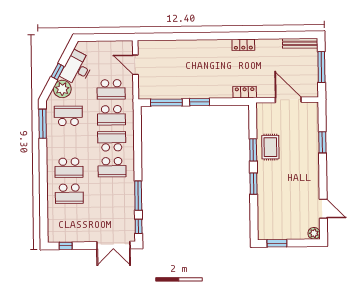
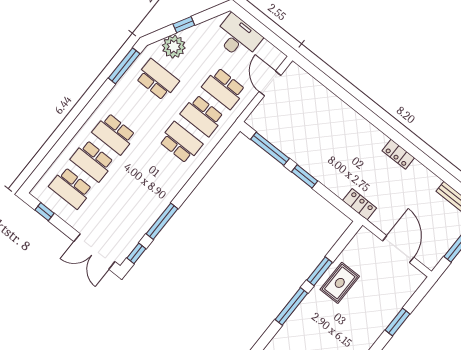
desk: (77, 68) -> (238, 37), moved, turned 61
school desk: (112, 167) -> (71, 188), moved
window: (254, 184) -> (291, 306), width x1.44

